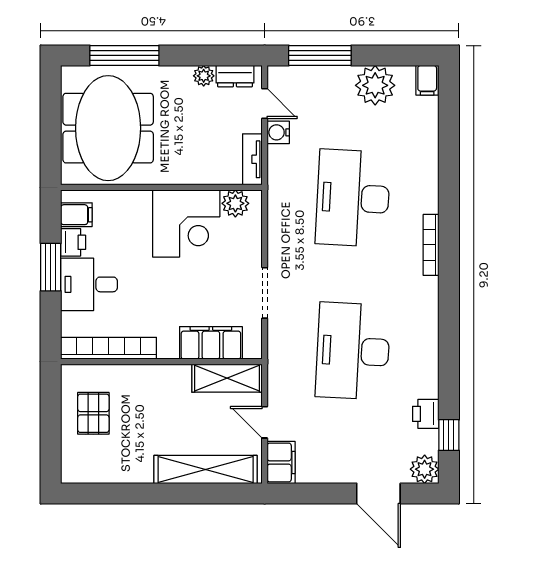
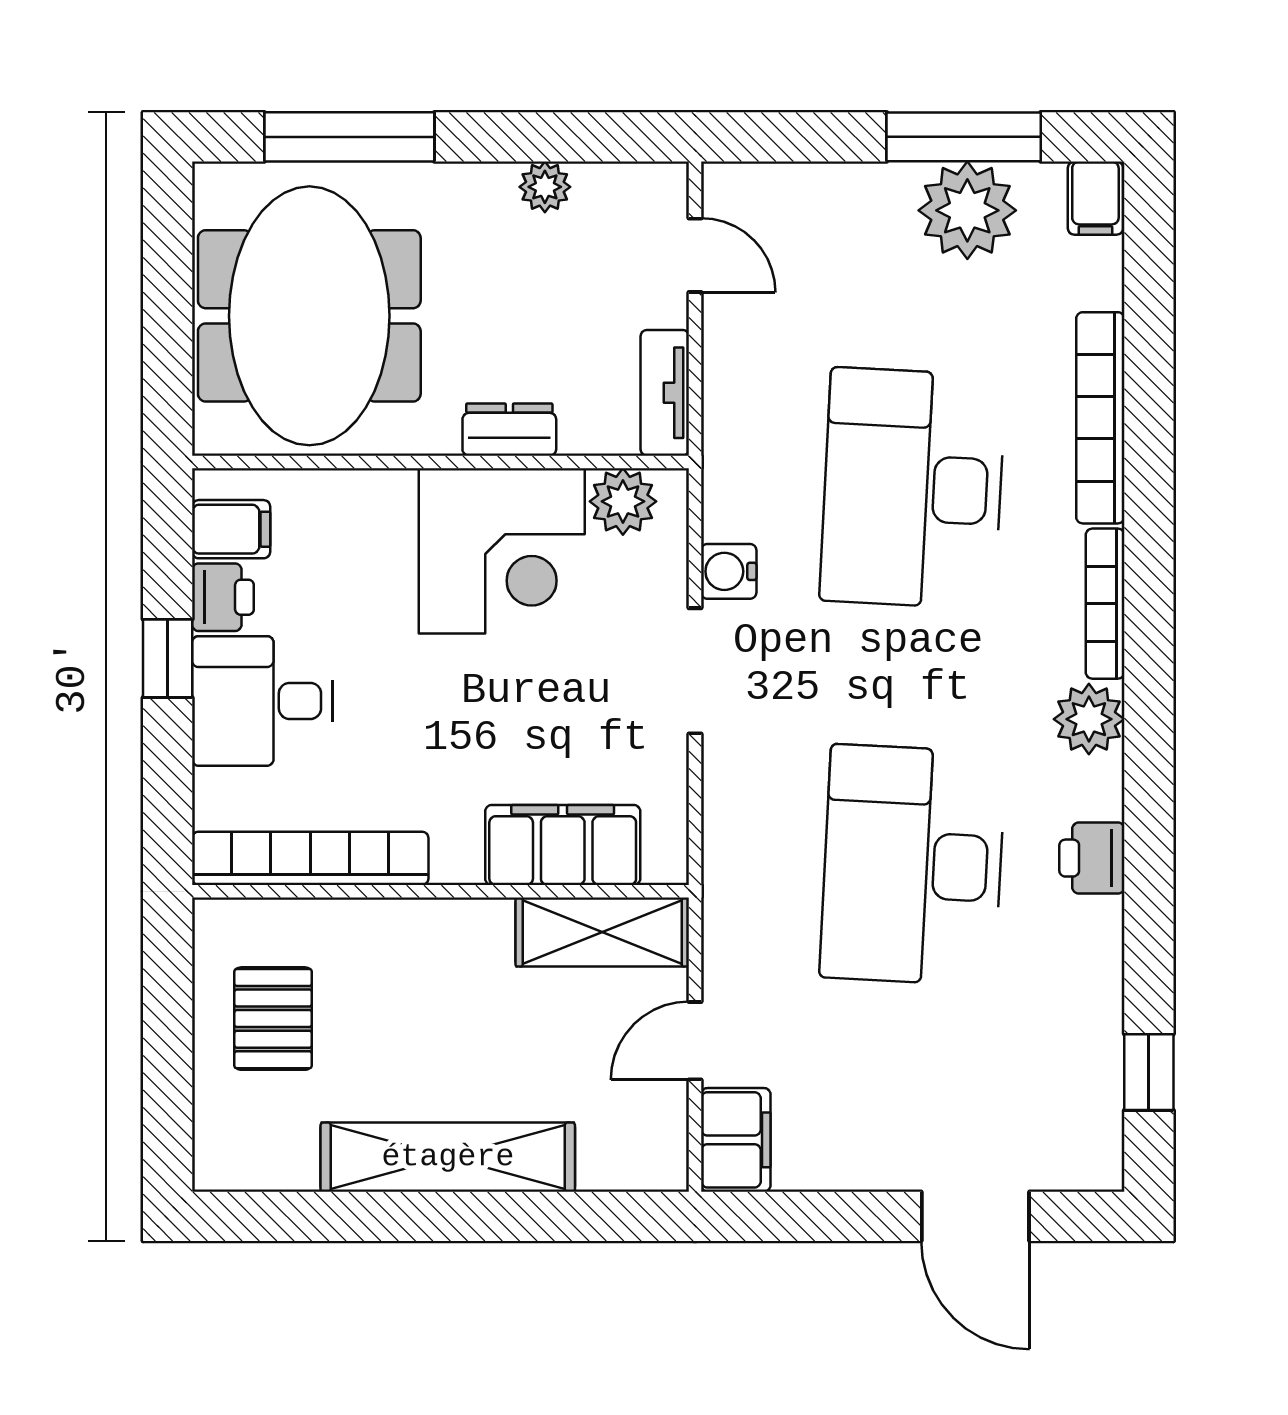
window: (320, 55) -> (964, 137), moved
dresser: (235, 76) -> (509, 430), moved, turned 180
water cooler: (278, 132) -> (729, 571), moved
bookcase: (429, 169) -> (1100, 418), added
window: (51, 267) -> (168, 658), width x0.67
doorway: (265, 293) -> (695, 671), moved
printer: (426, 414) -> (1092, 858), moved
door: (265, 422) -> (695, 1041), hinge flipped
shelving: (206, 469) -> (448, 1157), moved
plant: (425, 469) -> (1089, 719), moved

